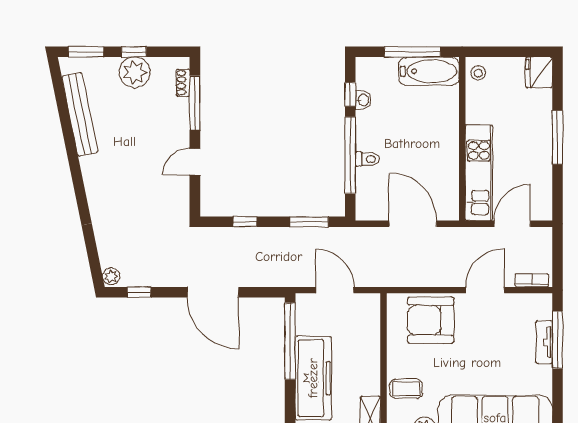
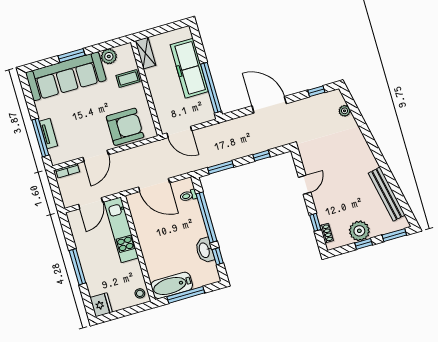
washbasin: (363, 100) -> (205, 250), width x1.91, depth x1.45
window: (195, 103) -> (315, 222), width x0.46
toilet: (368, 159) -> (188, 196), moved
plant: (111, 276) -> (345, 111), moved
door: (335, 290) -> (179, 132), moved

